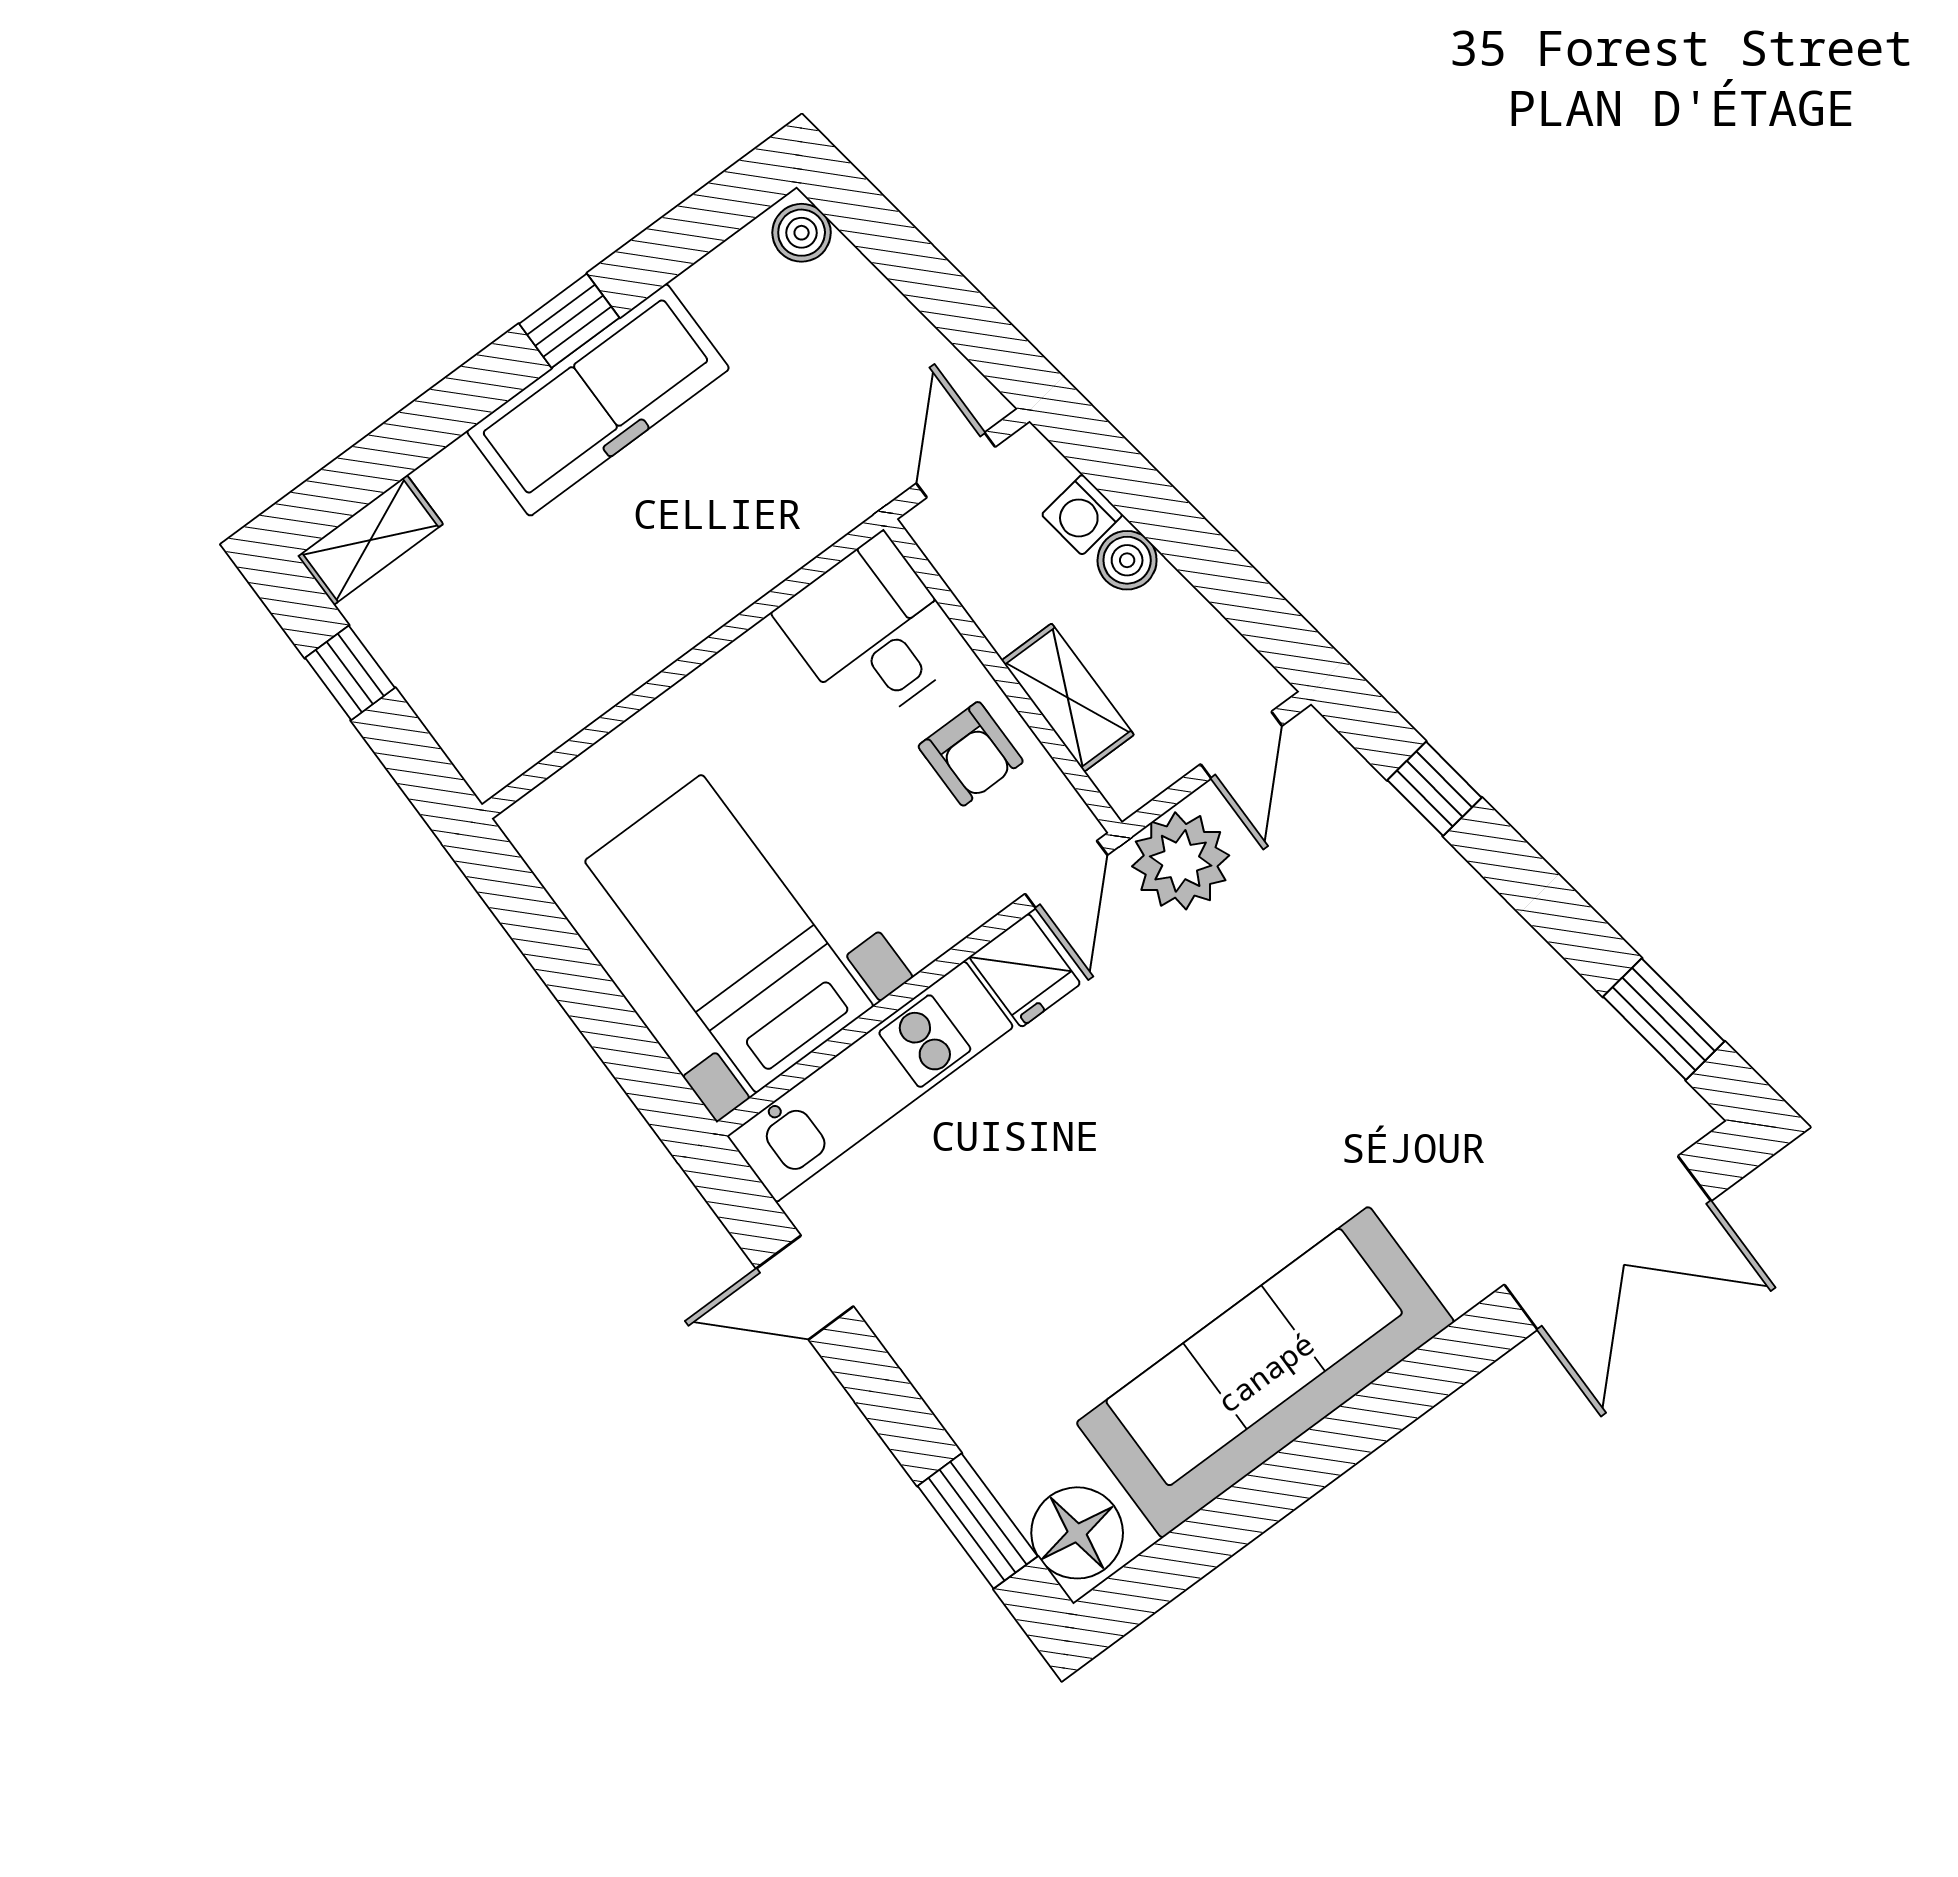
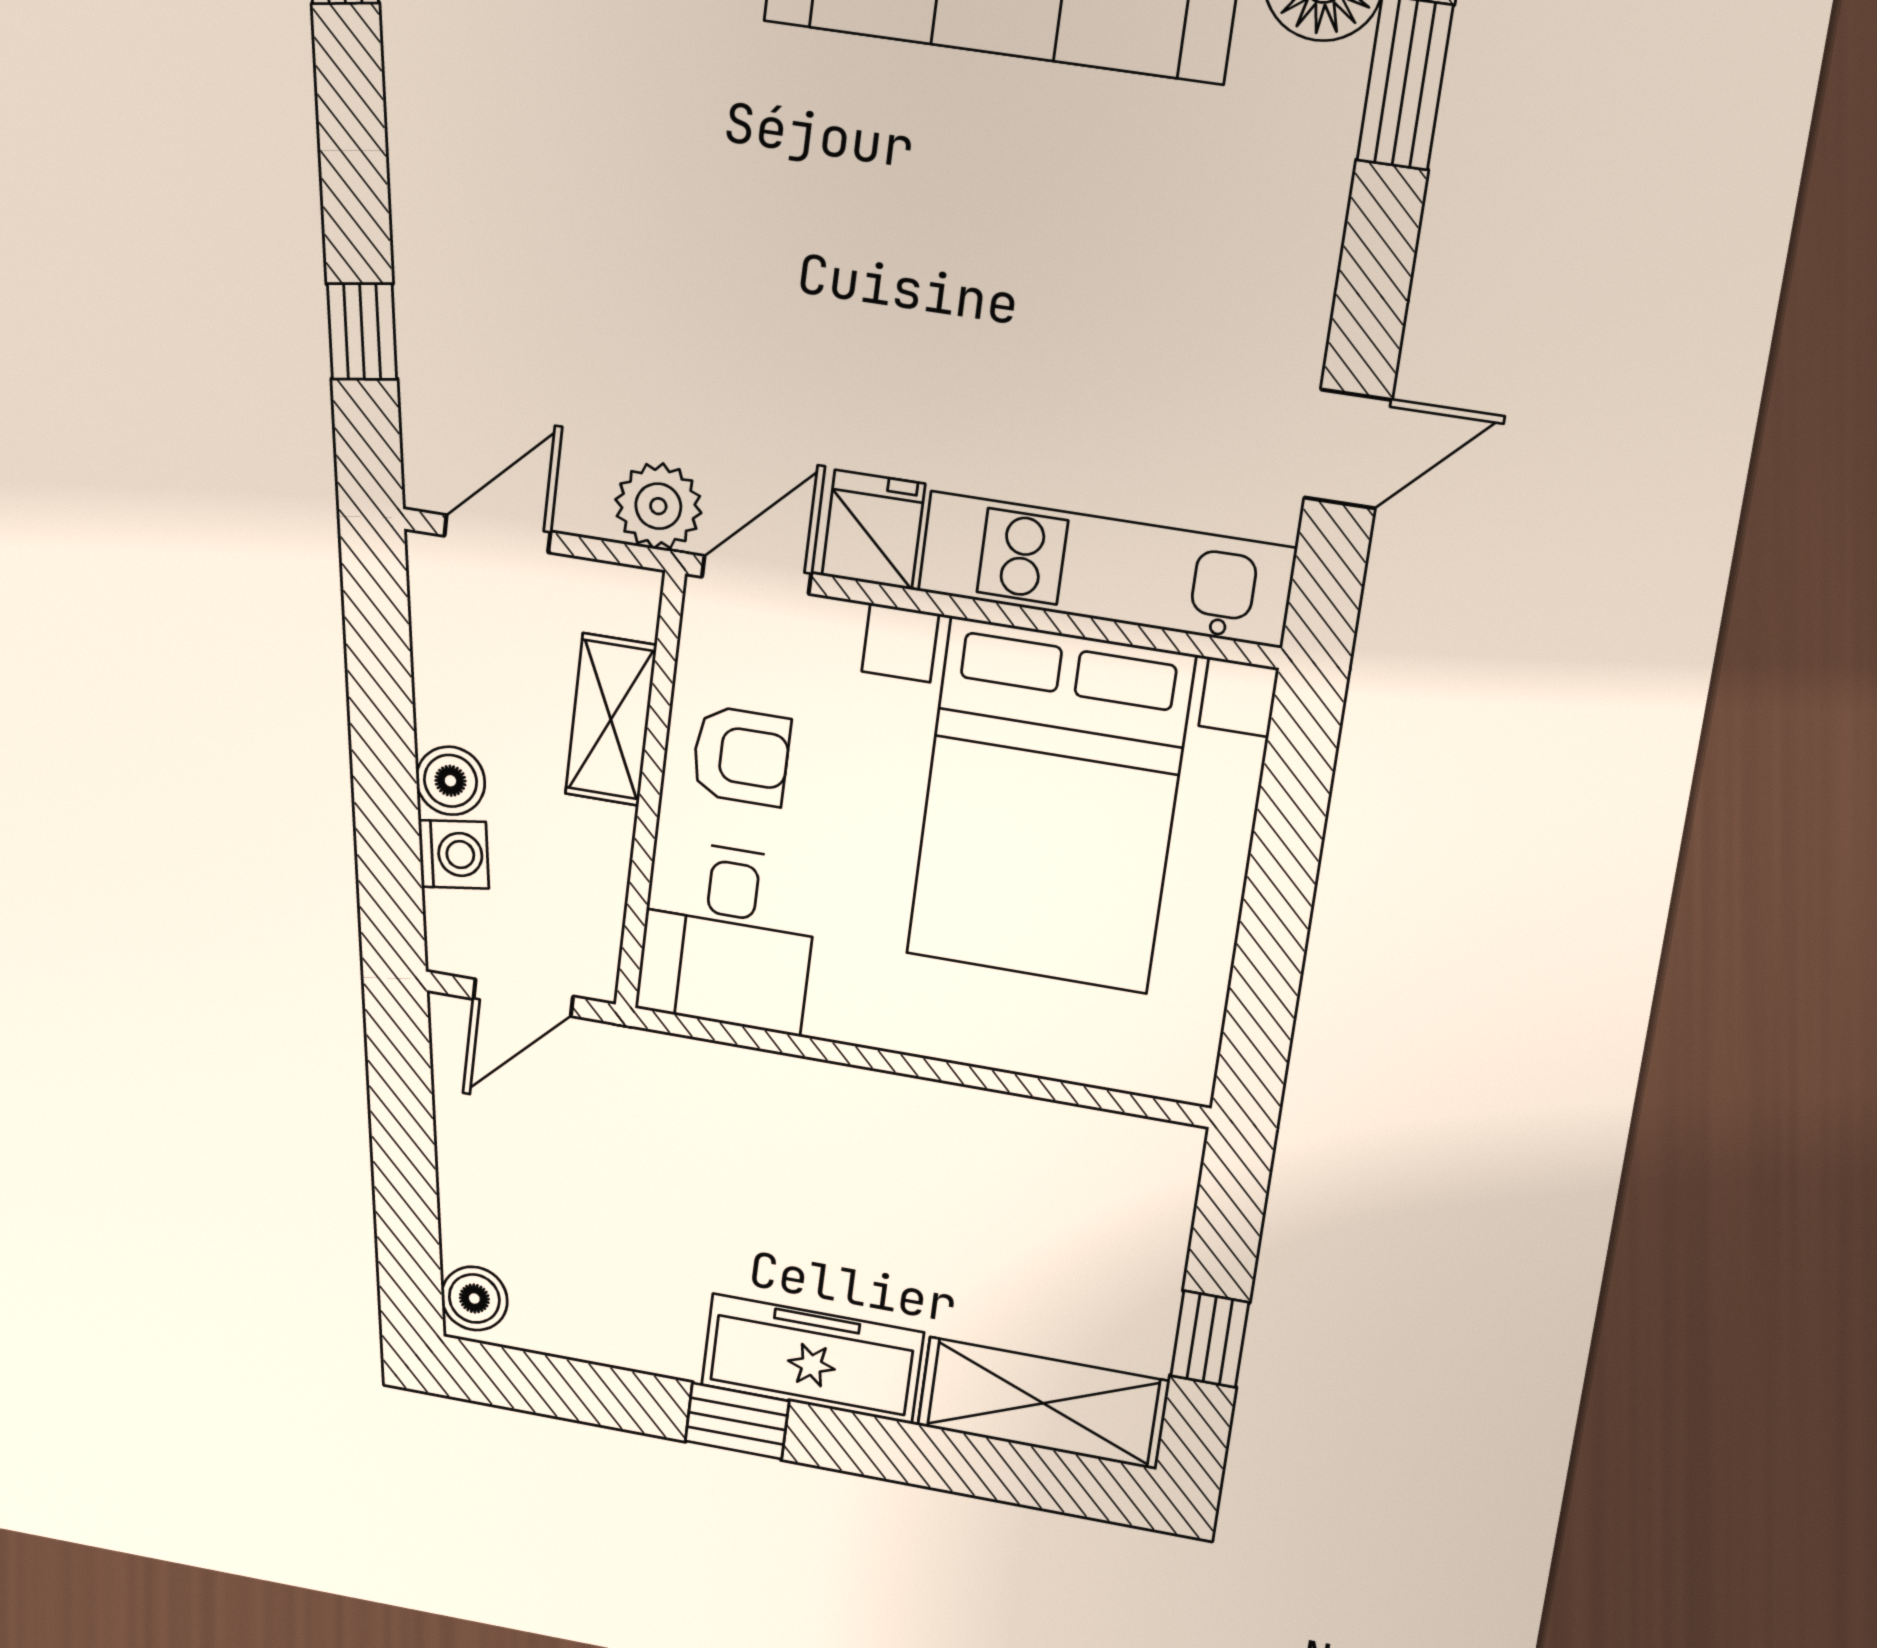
freezer: (598, 400) -> (812, 1359), width x0.73, depth x0.79
shelving: (370, 540) -> (1043, 1403), width x1.50, depth x1.33
armchair: (971, 754) -> (741, 756), turned 90
plant: (1181, 861) -> (658, 506), width x0.73, depth x0.73
bed with nightstands: (729, 934) -> (1049, 806), width x1.36
door: (805, 1288) -> (1348, 449), hinge flipped

